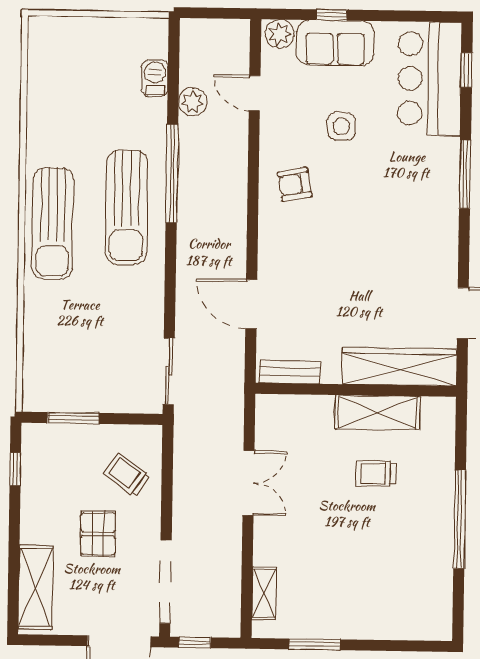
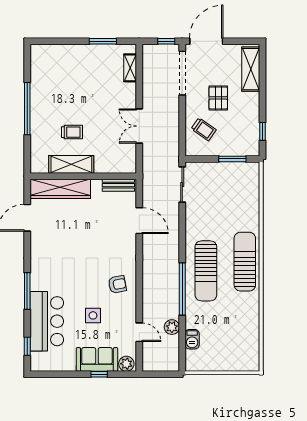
bar counter: (430, 79) -> (47, 321), moved
sun lounger: (127, 207) -> (206, 271), turned 180

